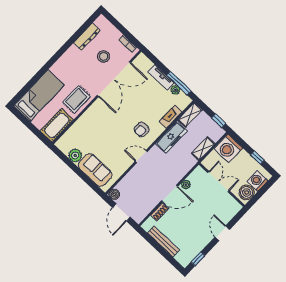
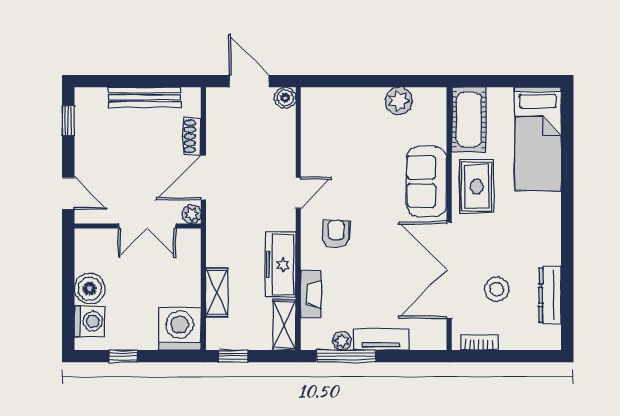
sofa: (95, 170) -> (427, 181), moved, turned 90
double door: (218, 182) -> (147, 226), moved
wall: (222, 185) -> (138, 226), moved

